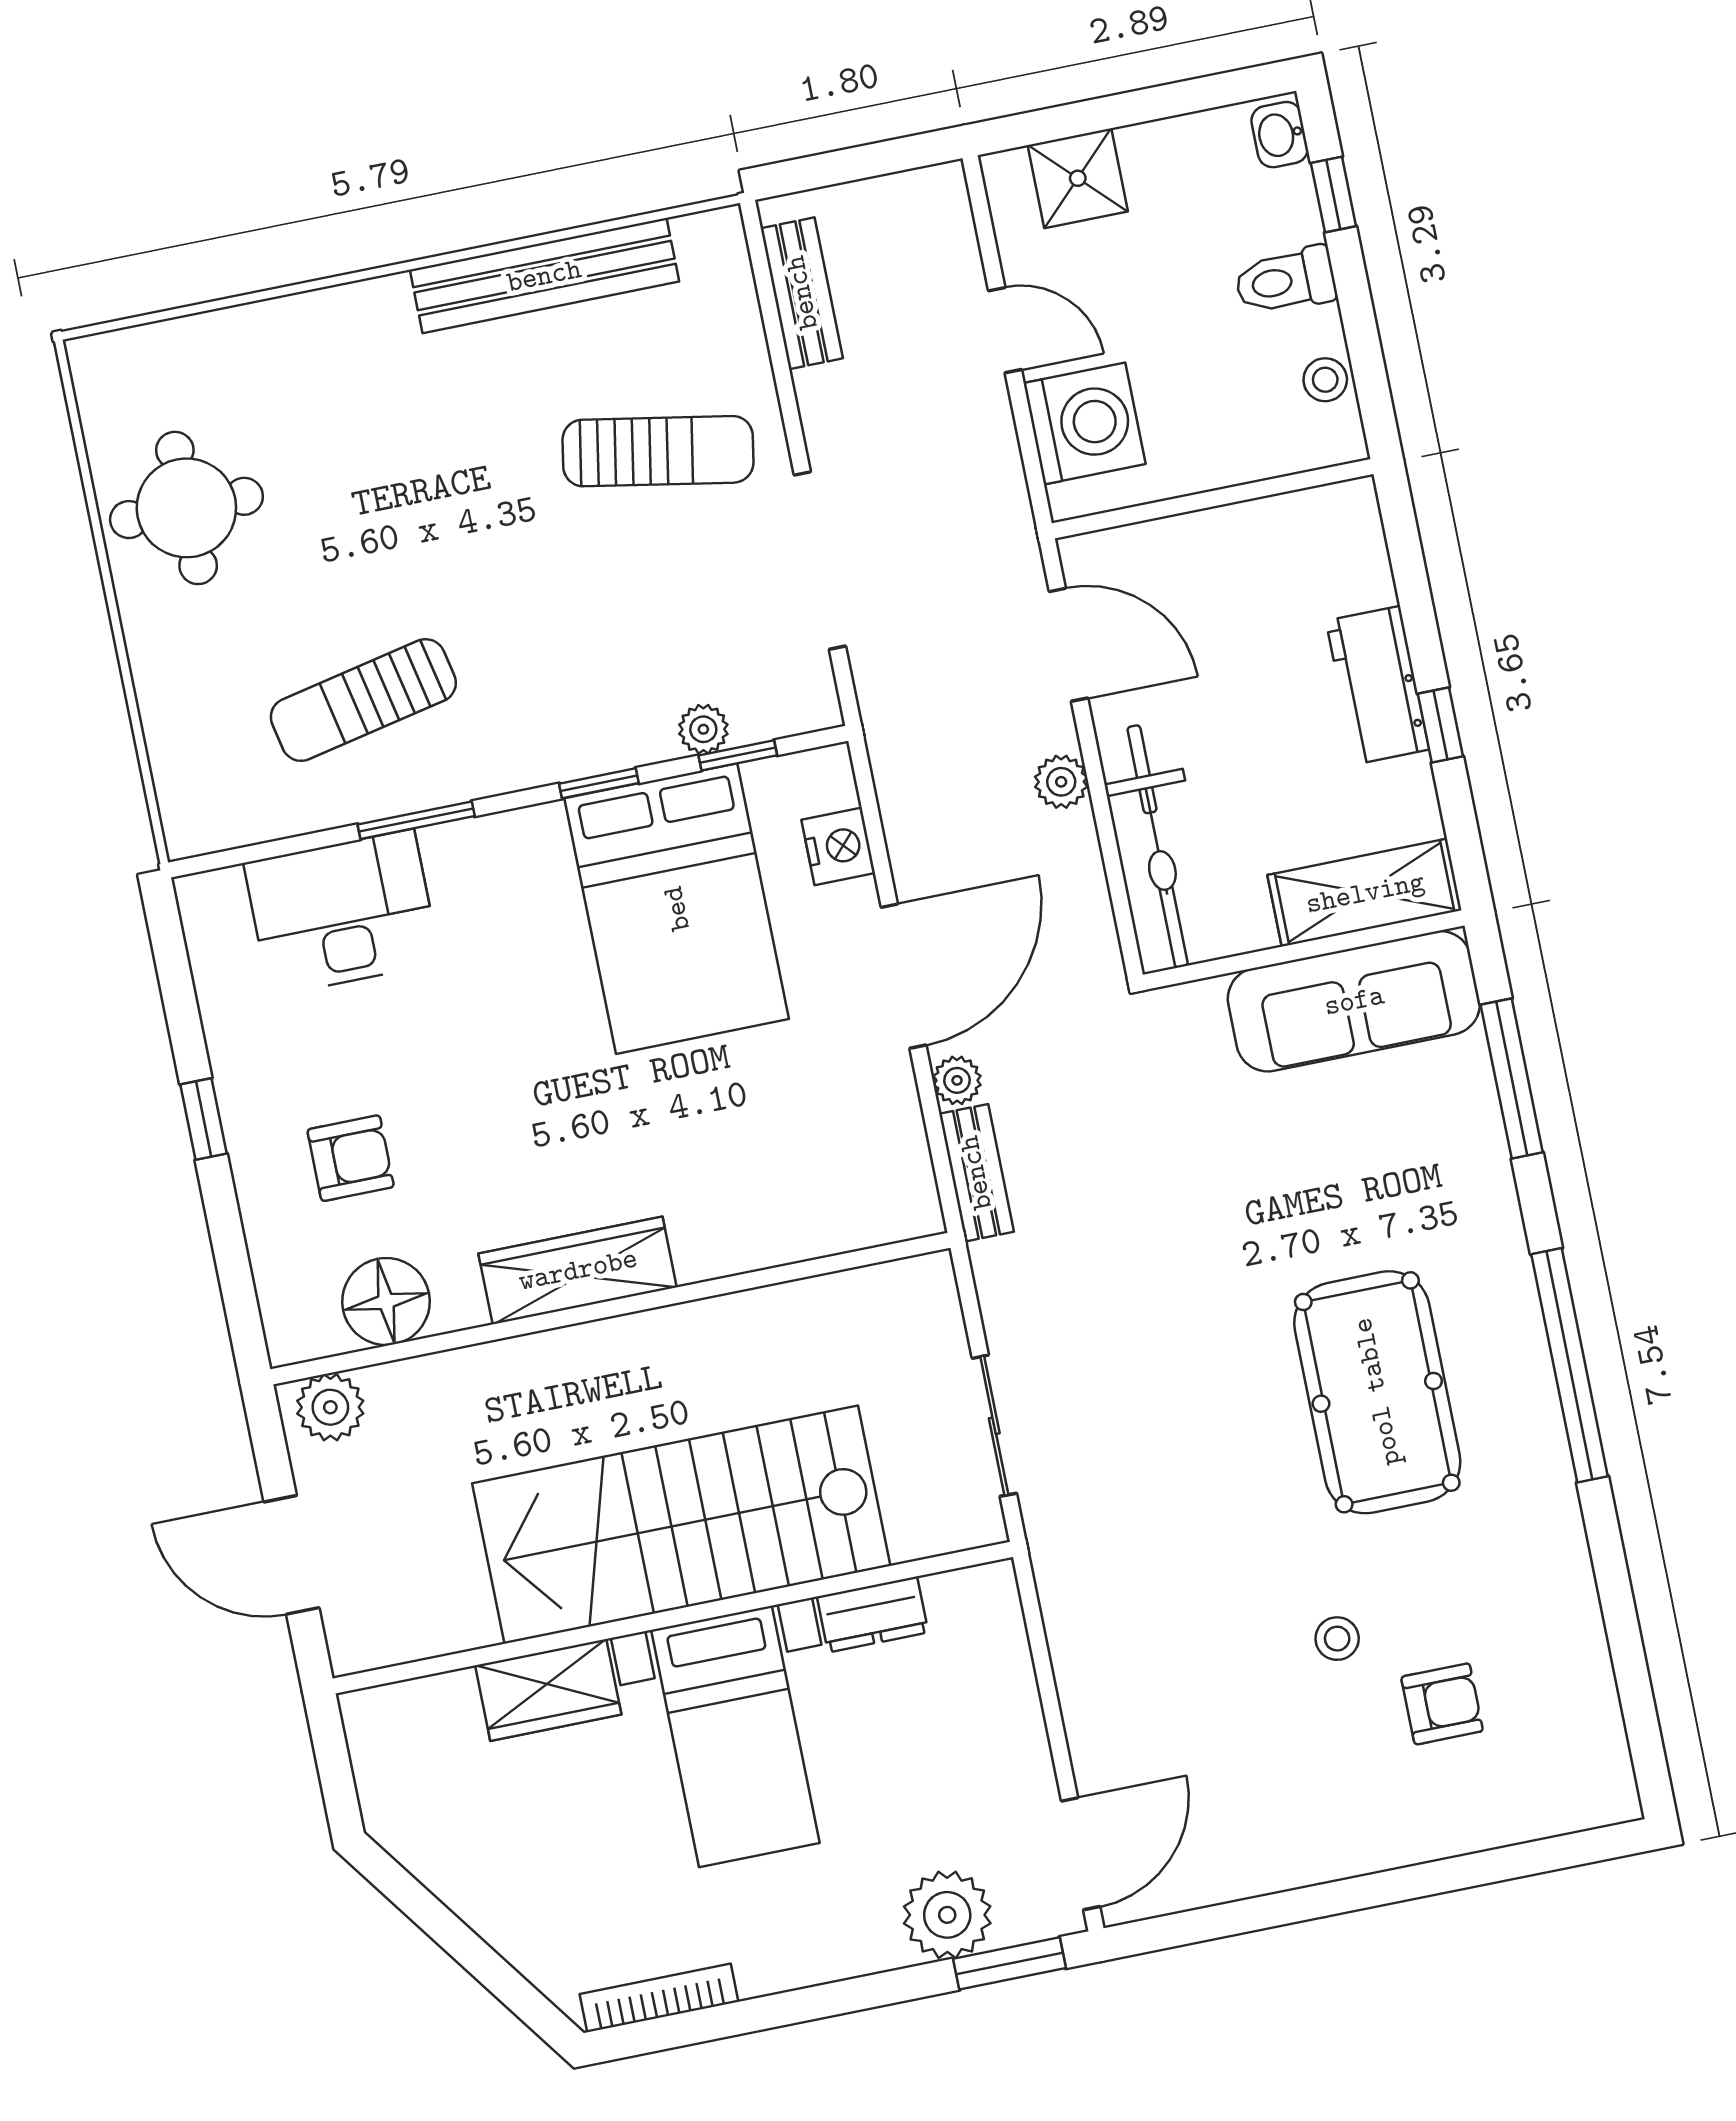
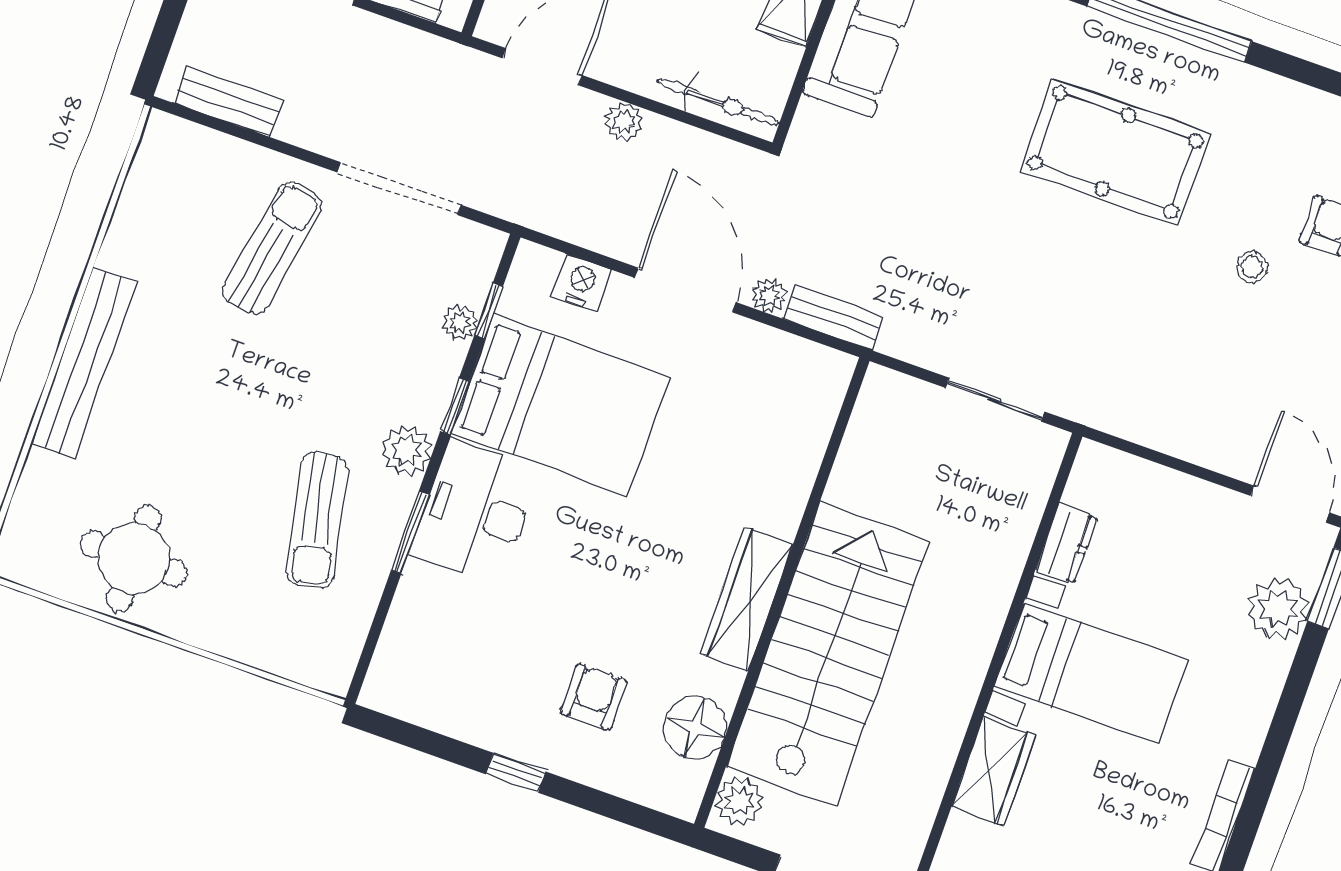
bench: (544, 276) -> (84, 363), moved
plant: (512, 757) -> (406, 450), added
bicycle: (1158, 846) -> (719, 102), width x0.73, depth x0.71
desk: (342, 913) -> (475, 512), moved
stairs: (681, 1525) -> (828, 653), moved, turned 180

